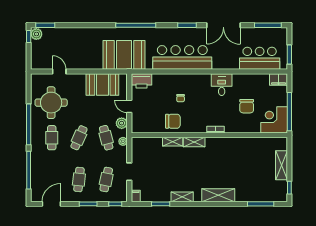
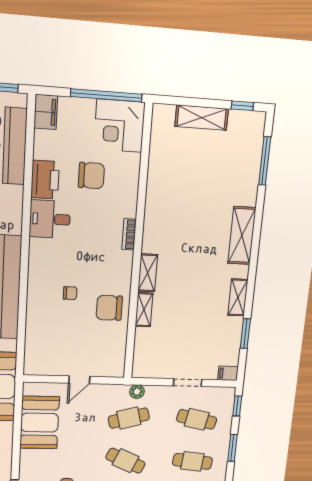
printer: (141, 81) -> (45, 180), moved
chair: (173, 121) -> (109, 308), turned -90
plant: (122, 123) -> (107, 393), removed

